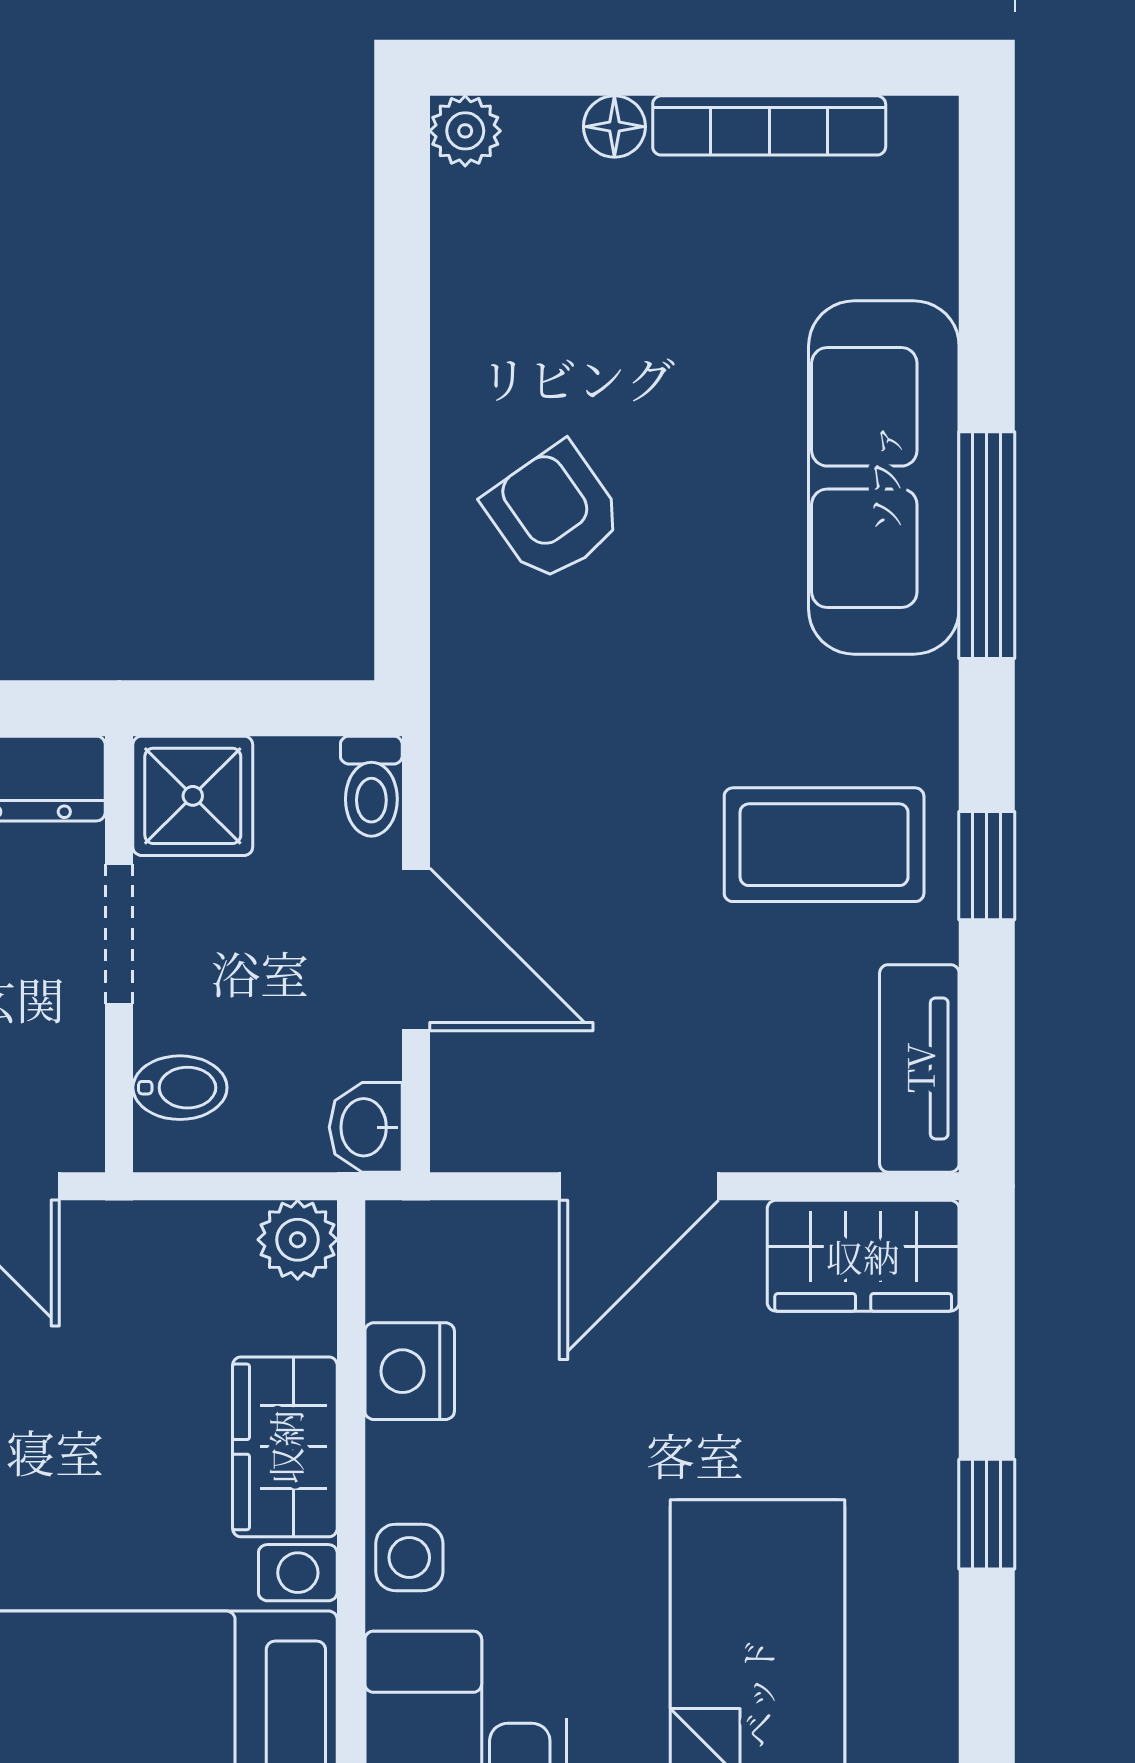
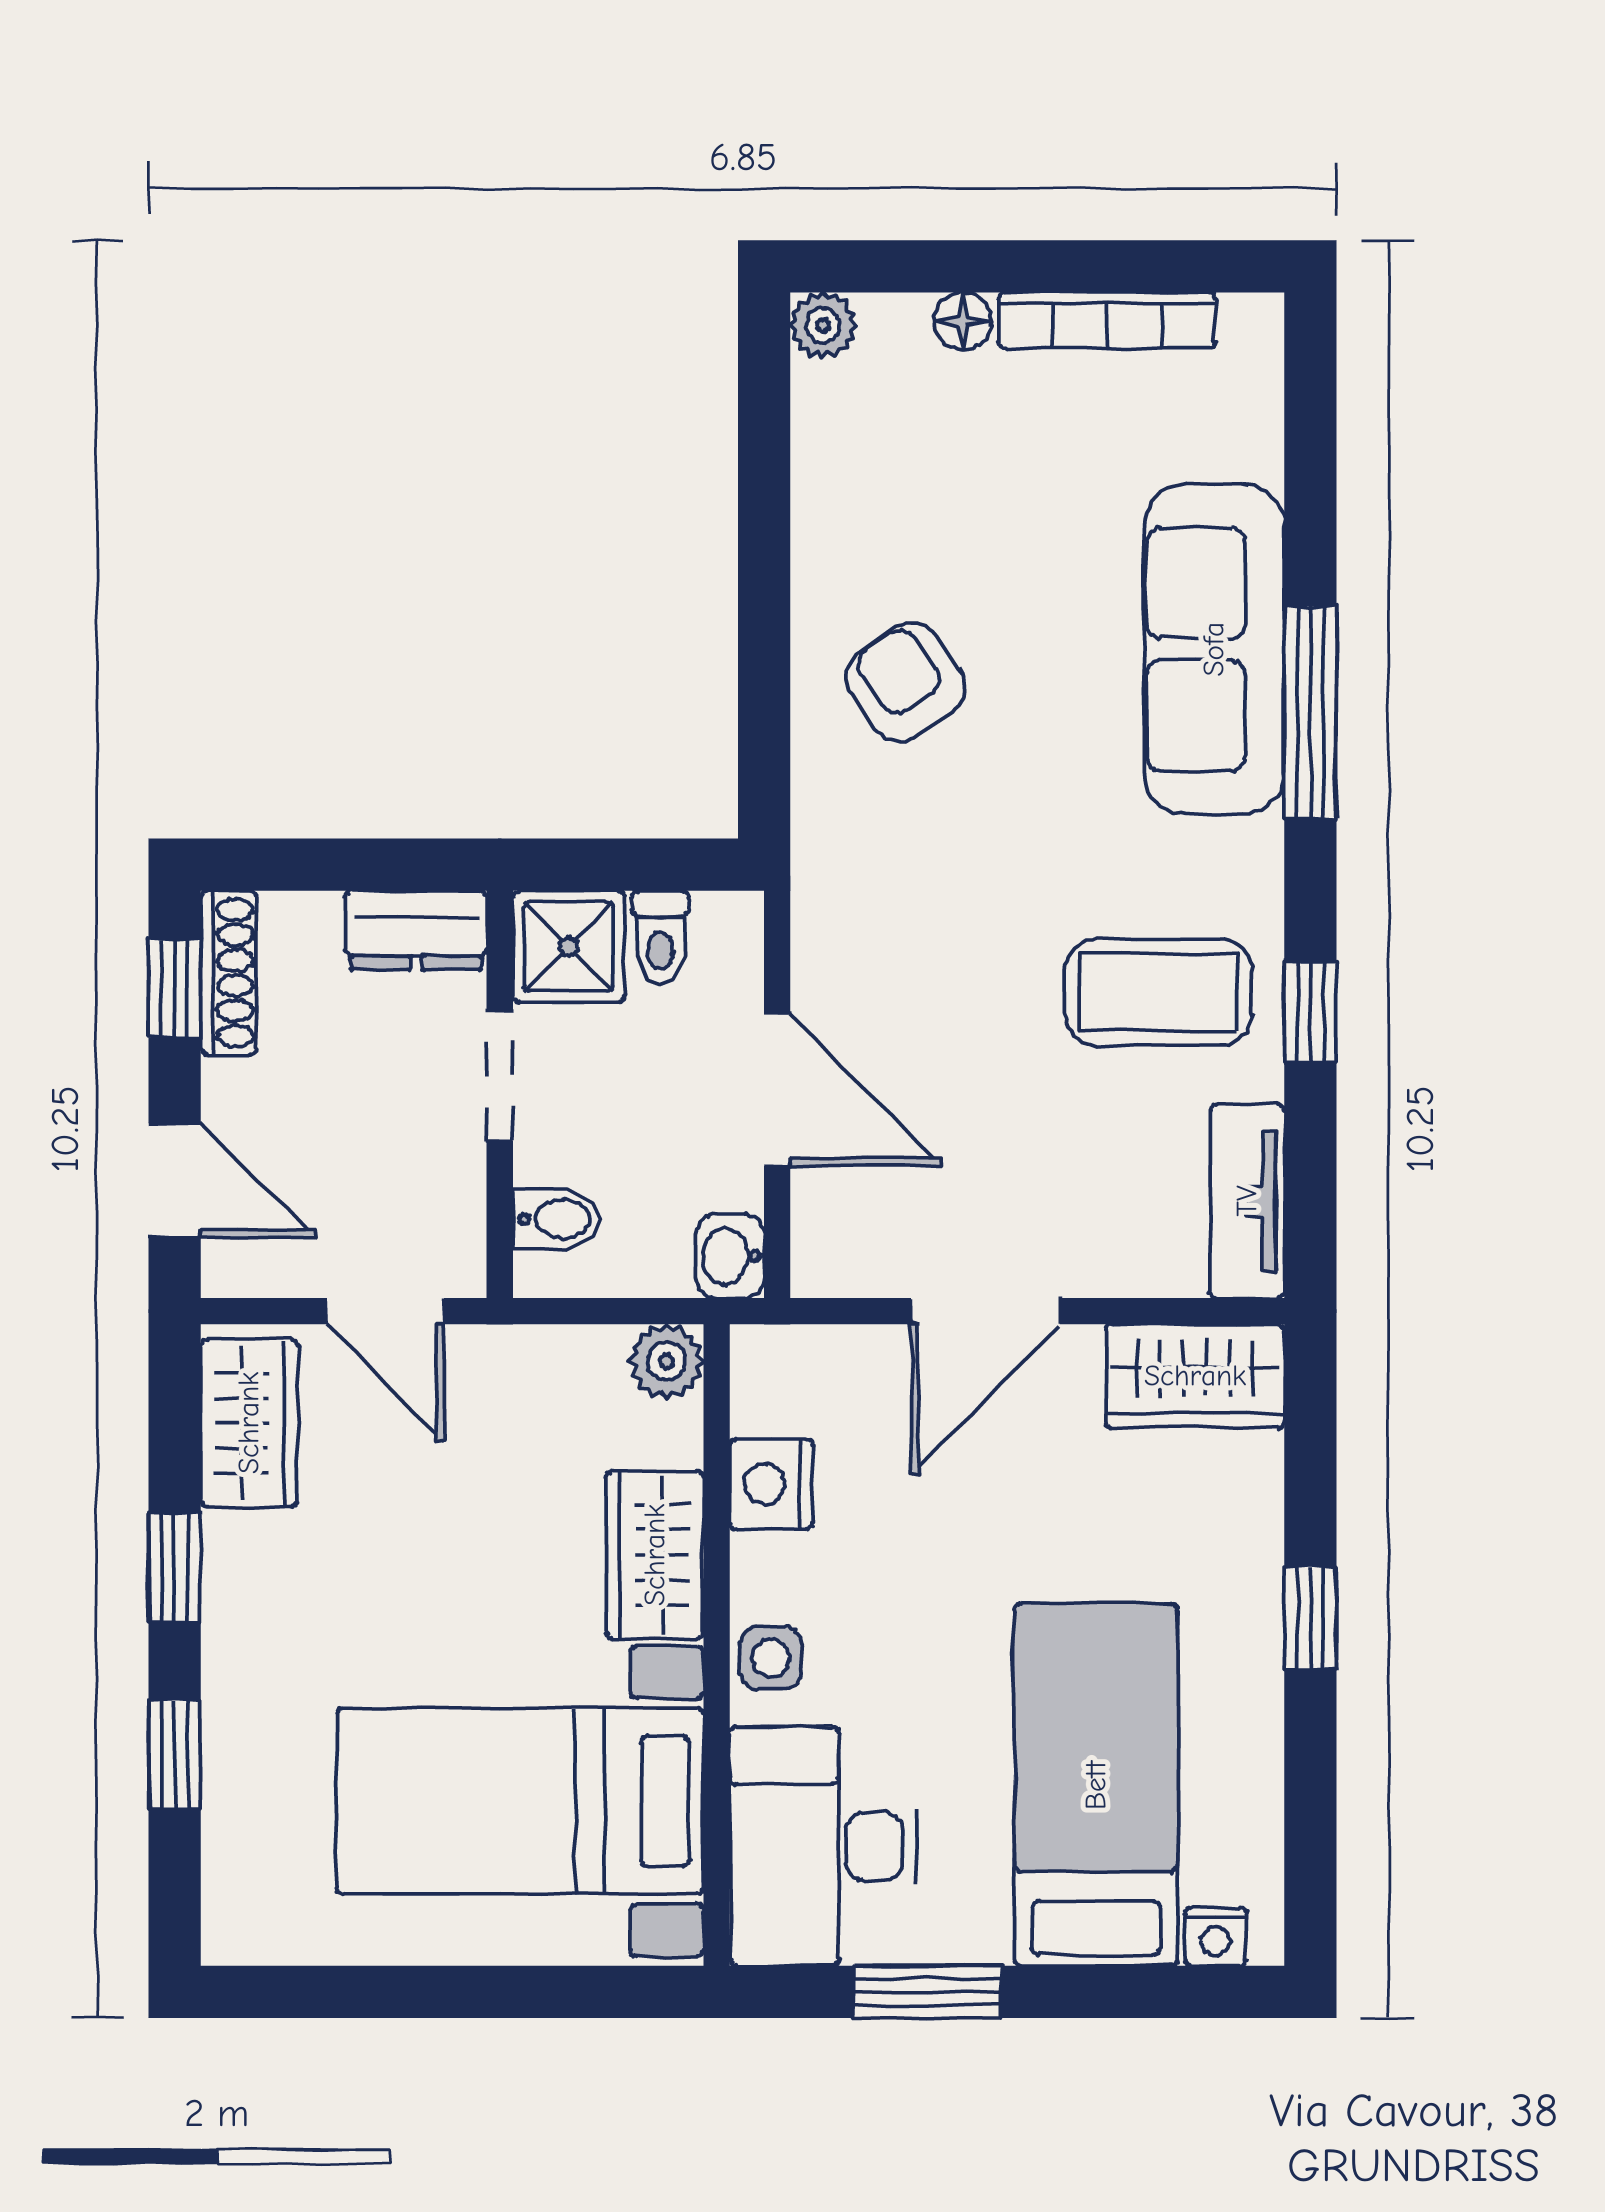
toilet: (371, 786) -> (660, 938), moved

